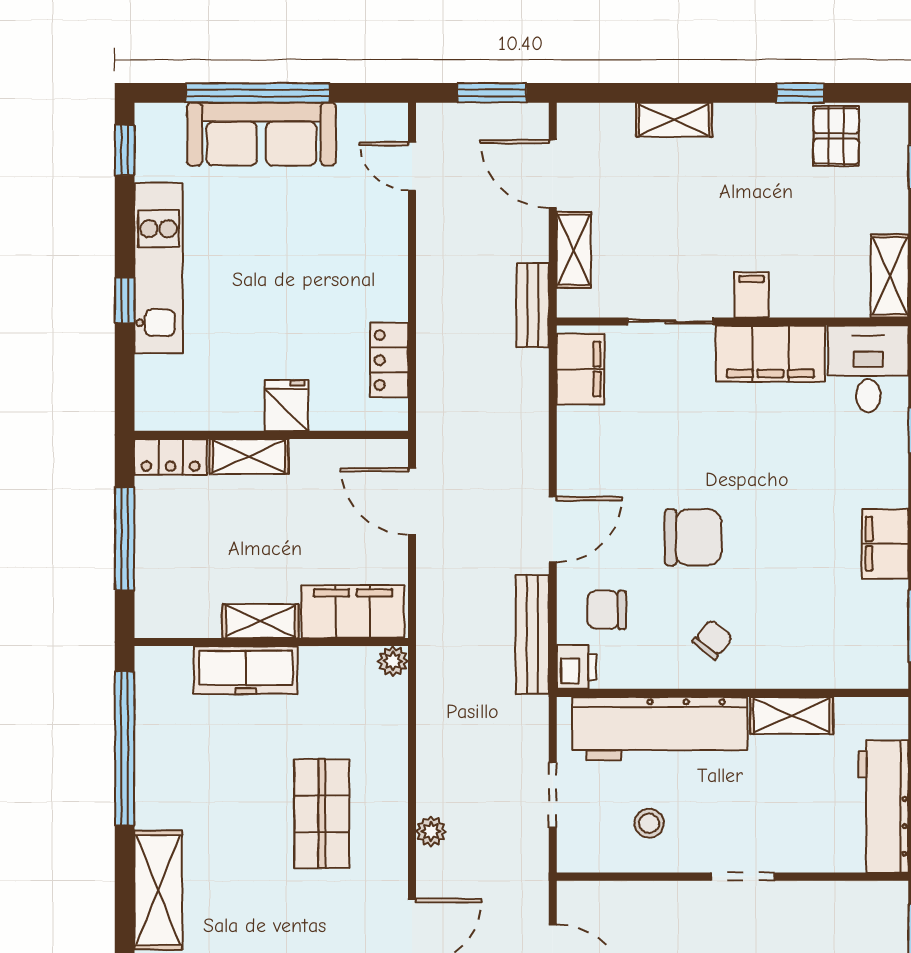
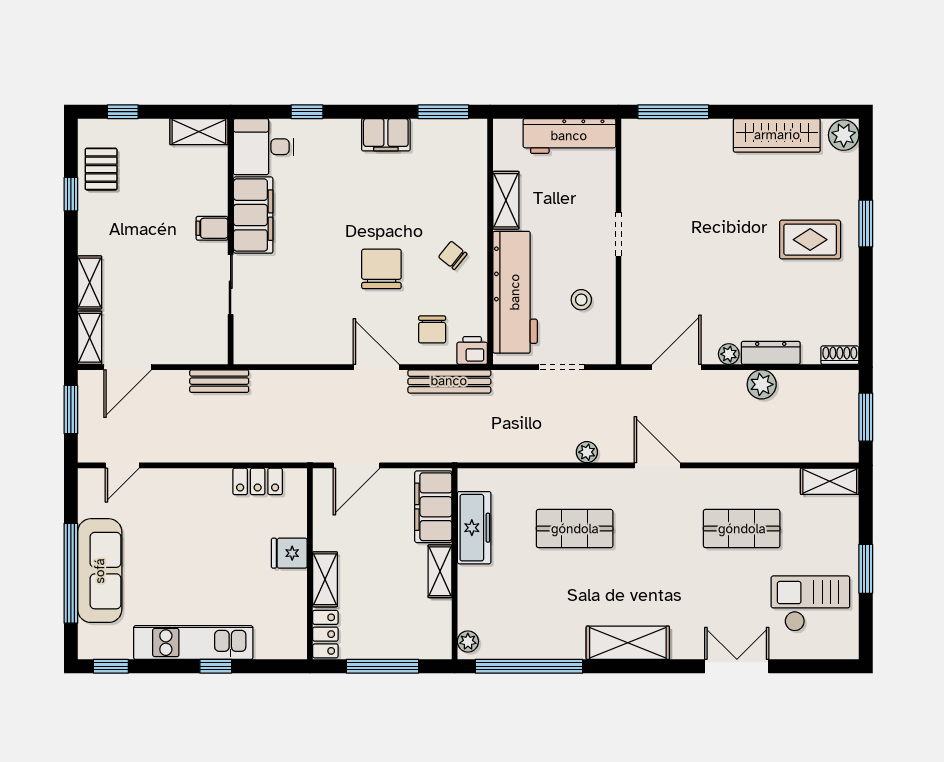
pallet: (836, 136) -> (101, 169), turned 90
shelving: (574, 250) -> (90, 338), moved, turned 90
filing cabinet: (580, 369) -> (264, 348), removed
plant: (393, 661) -> (468, 641), moved
freezer: (246, 670) -> (474, 528), moved

